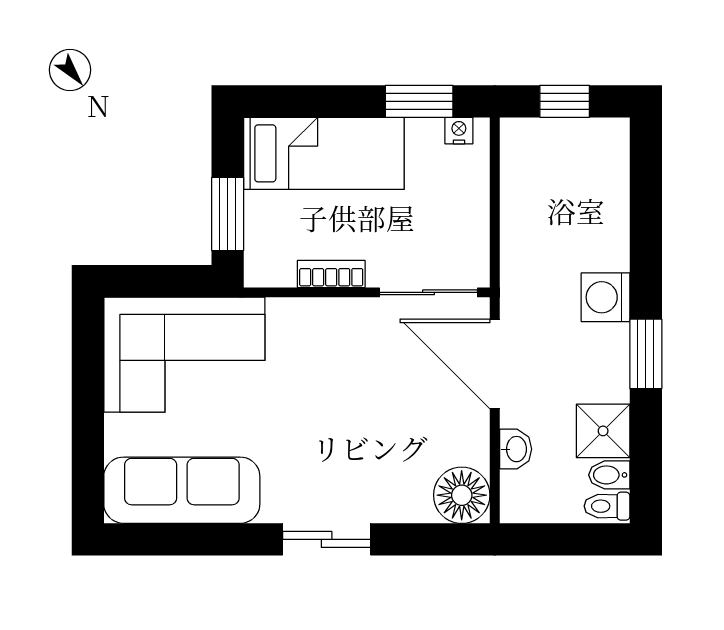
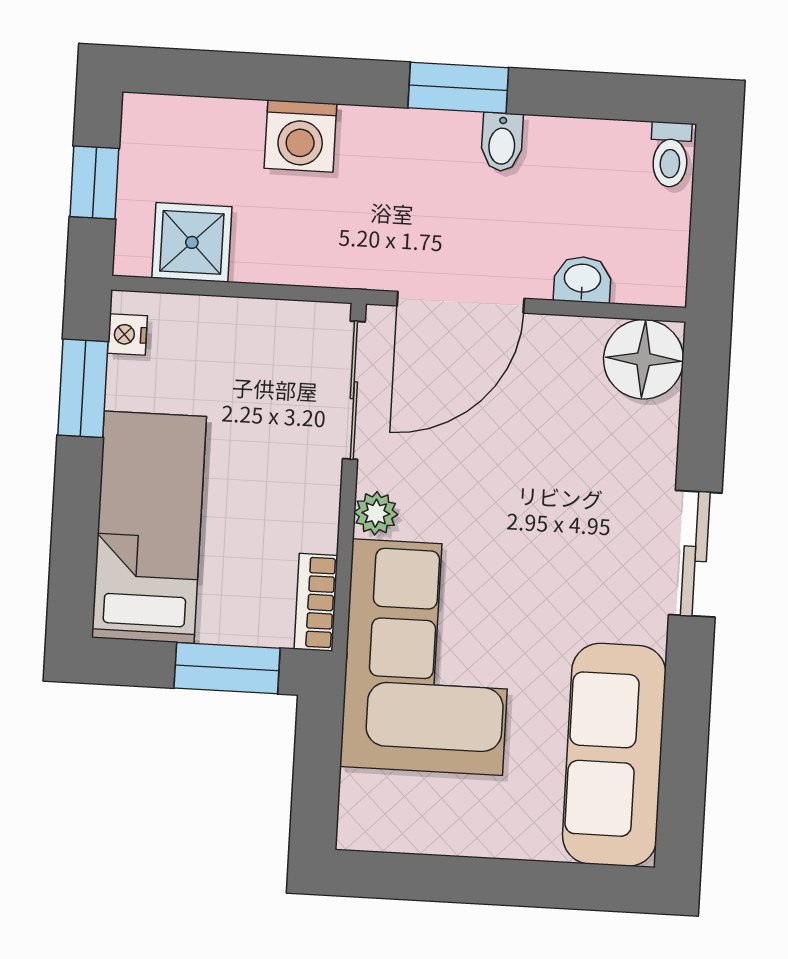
bookcase: (331, 274) -> (316, 602), moved
washing machine: (606, 297) -> (300, 136), moved
plant: (343, 313) -> (376, 513), added
corner sofa: (184, 355) -> (427, 657), moved
shower: (603, 431) -> (192, 242), moved
bidet: (609, 475) -> (502, 142), moved

